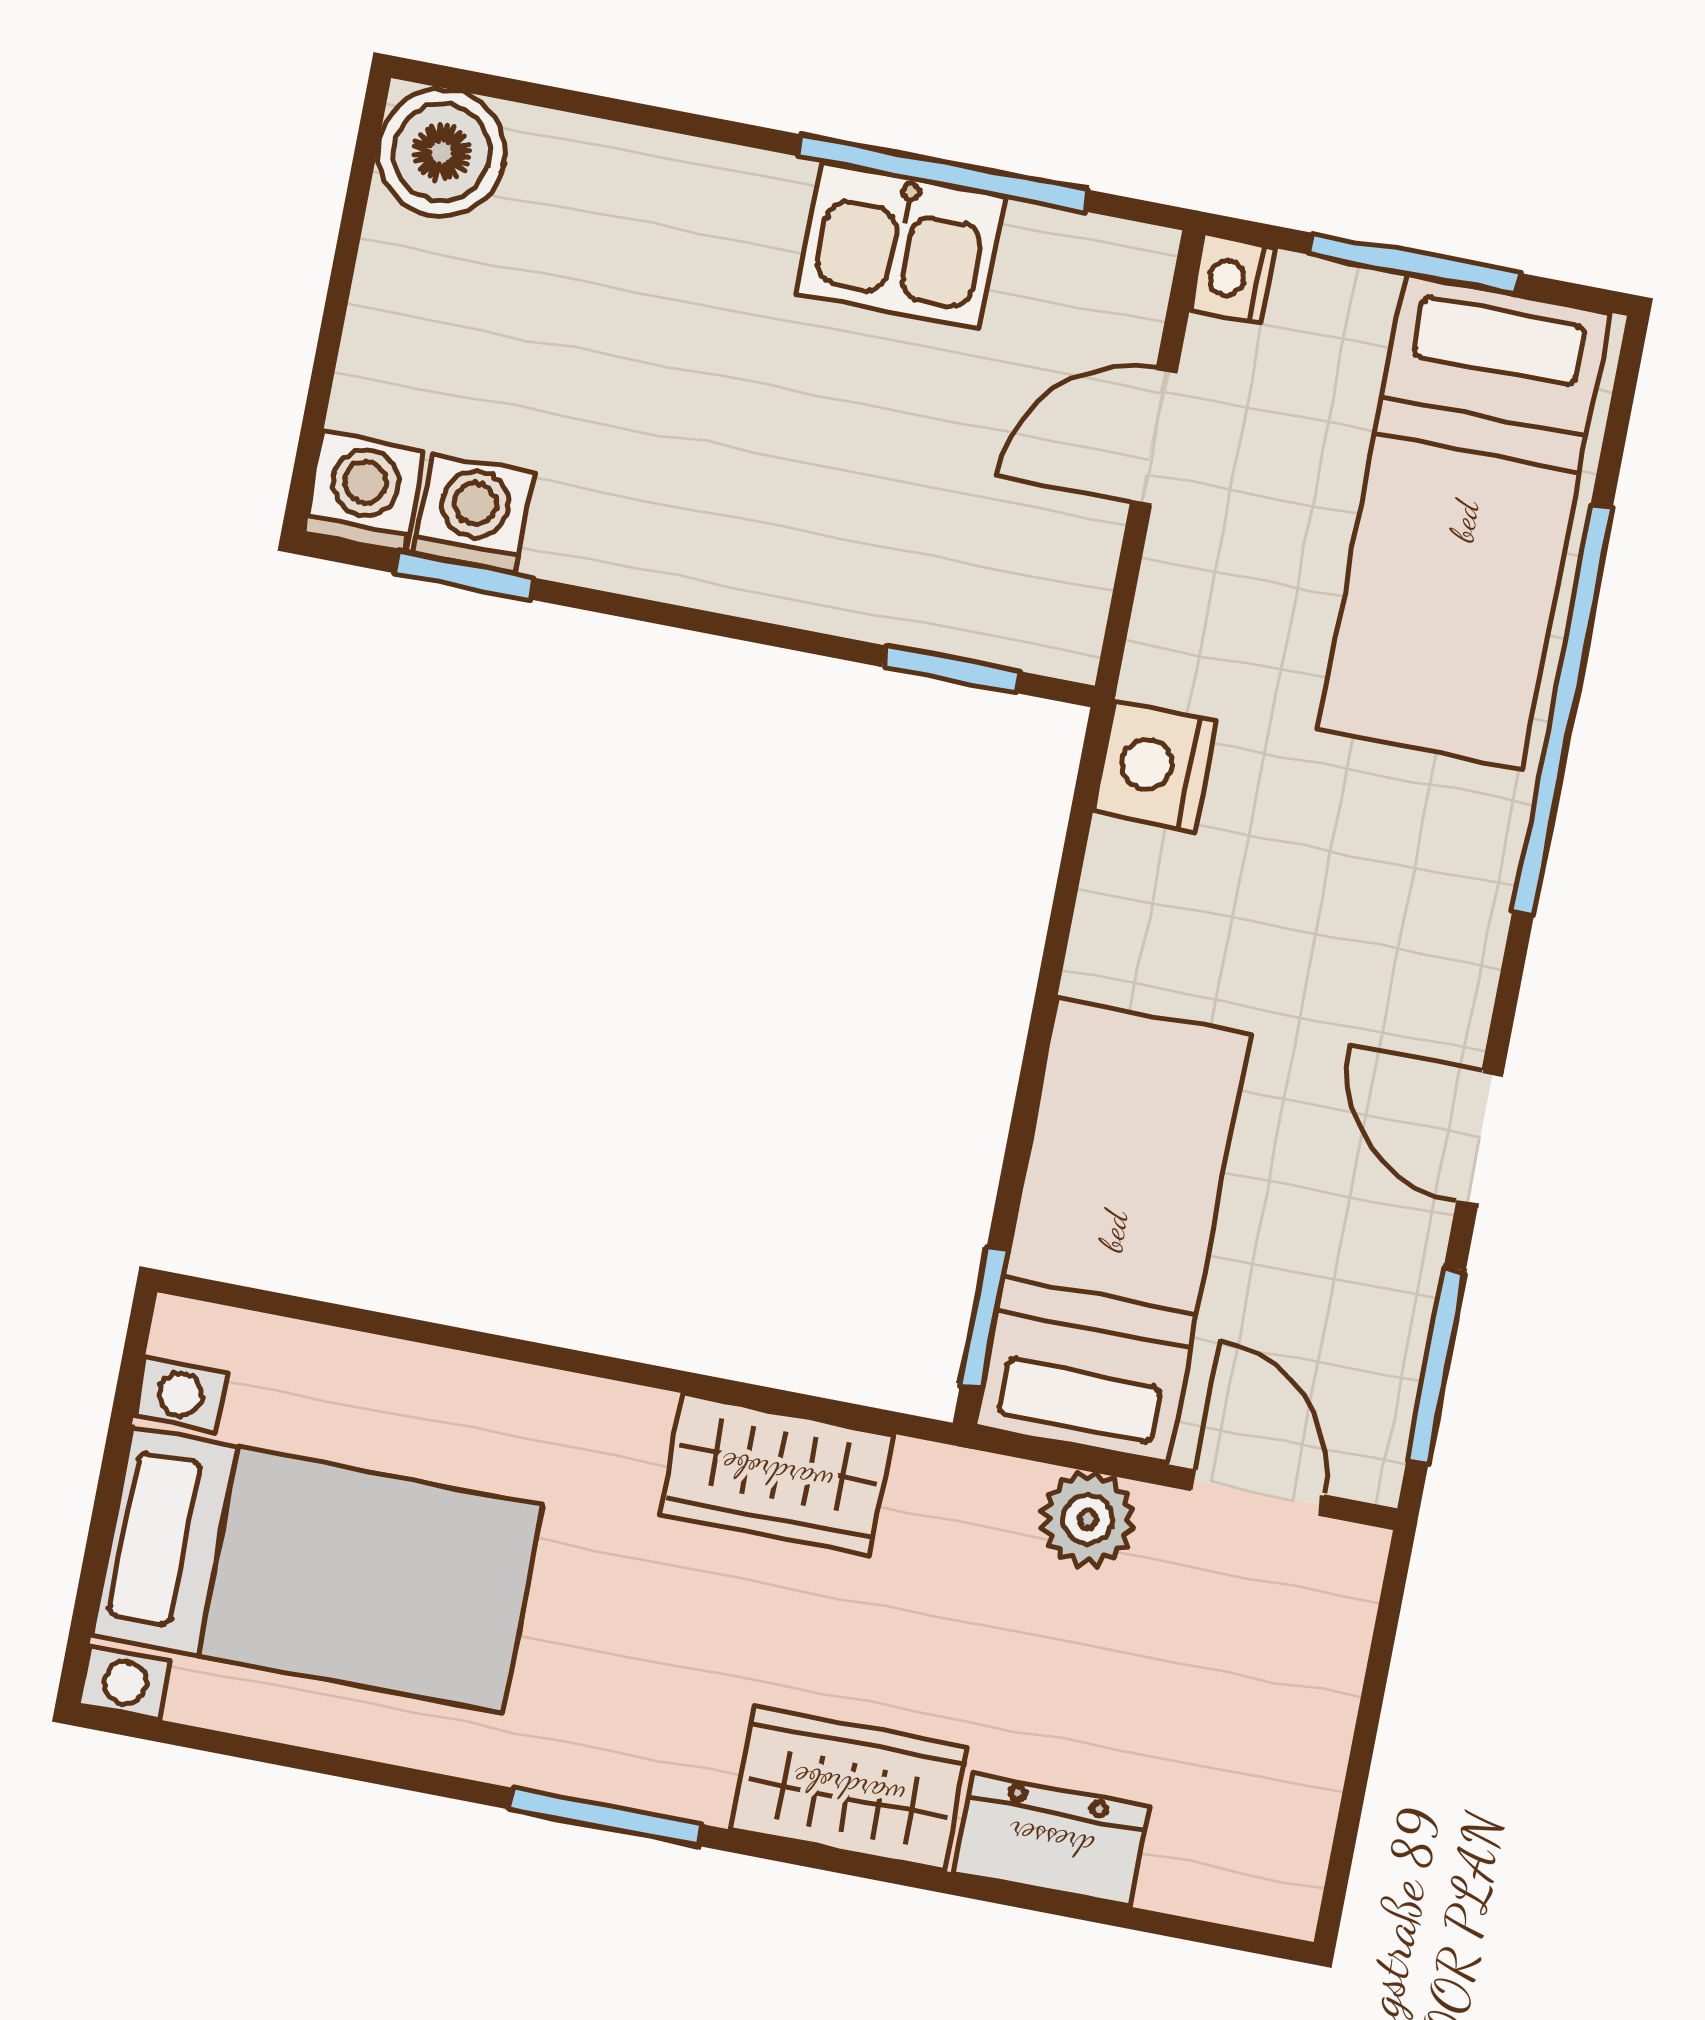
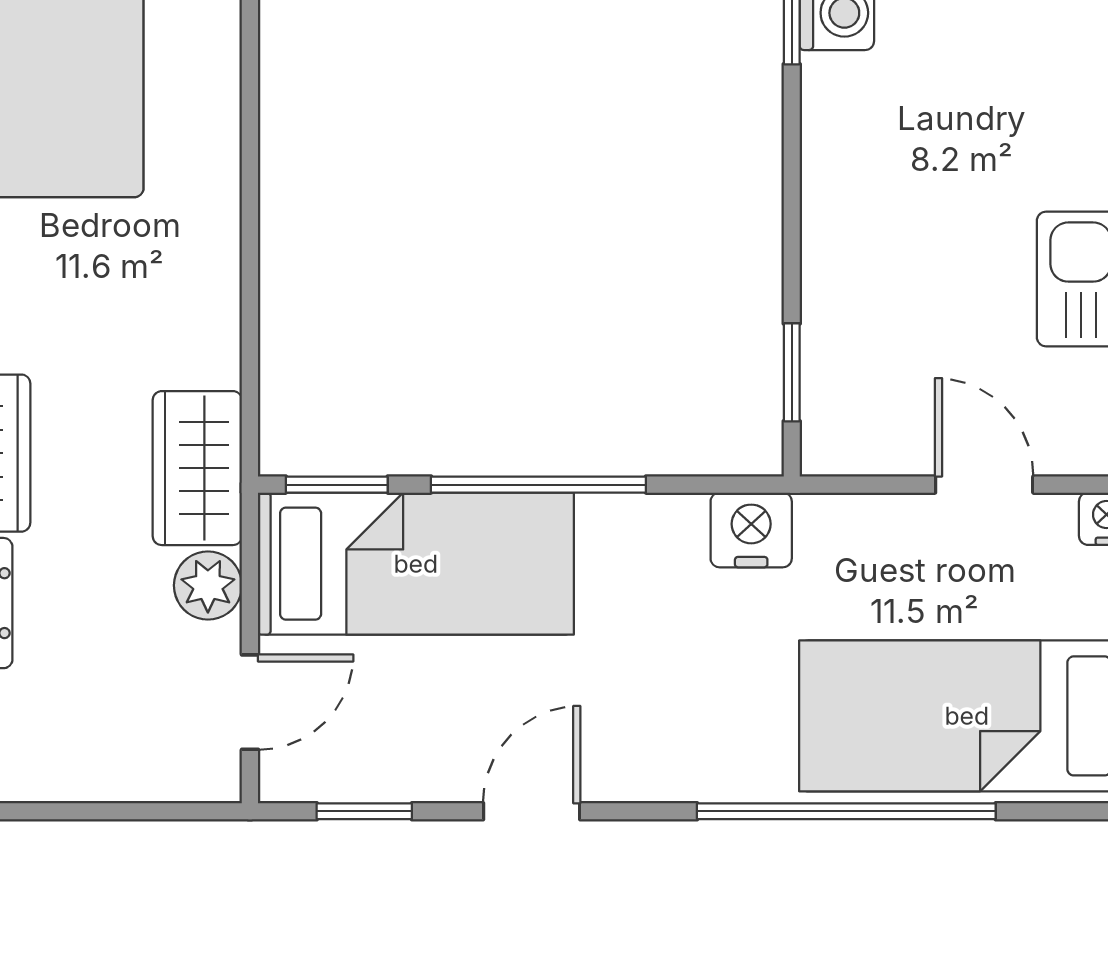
window: (1037, 1043) -> (538, 485), added
window: (1436, 1366) -> (364, 811), width x0.67
wardrobe: (777, 1474) -> (197, 468), moved

